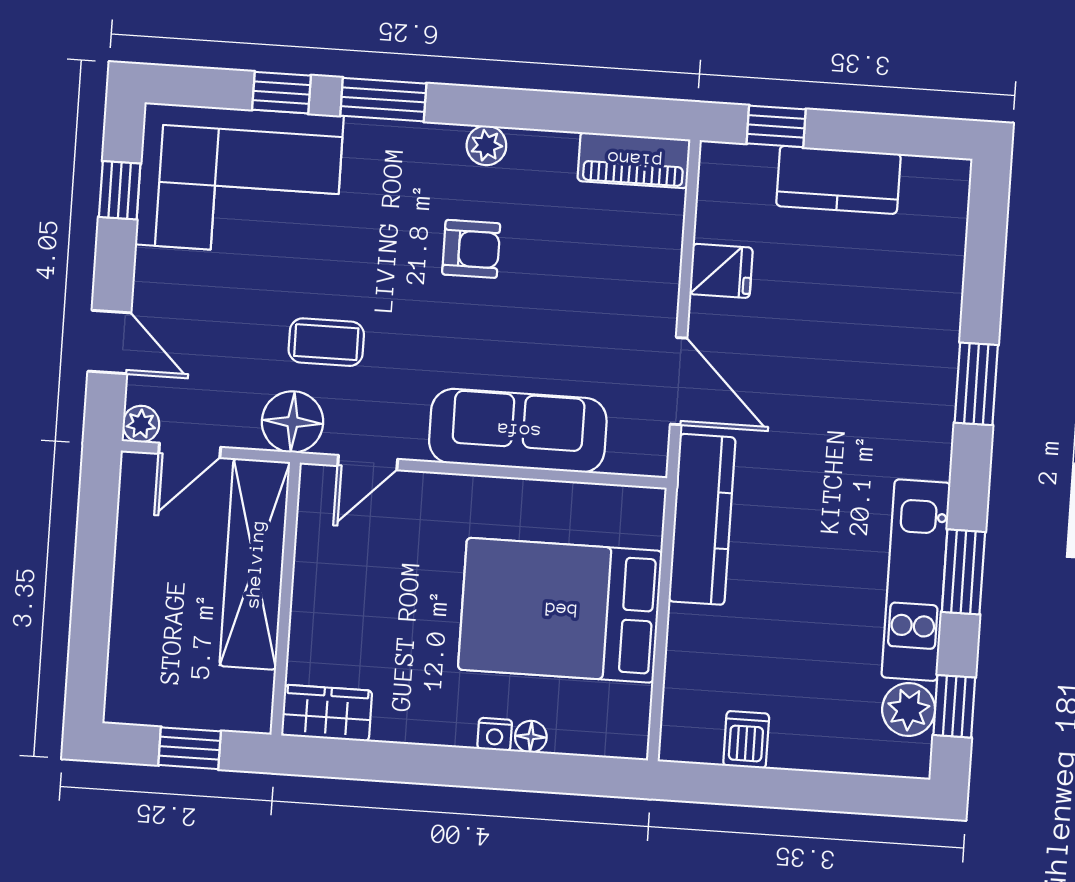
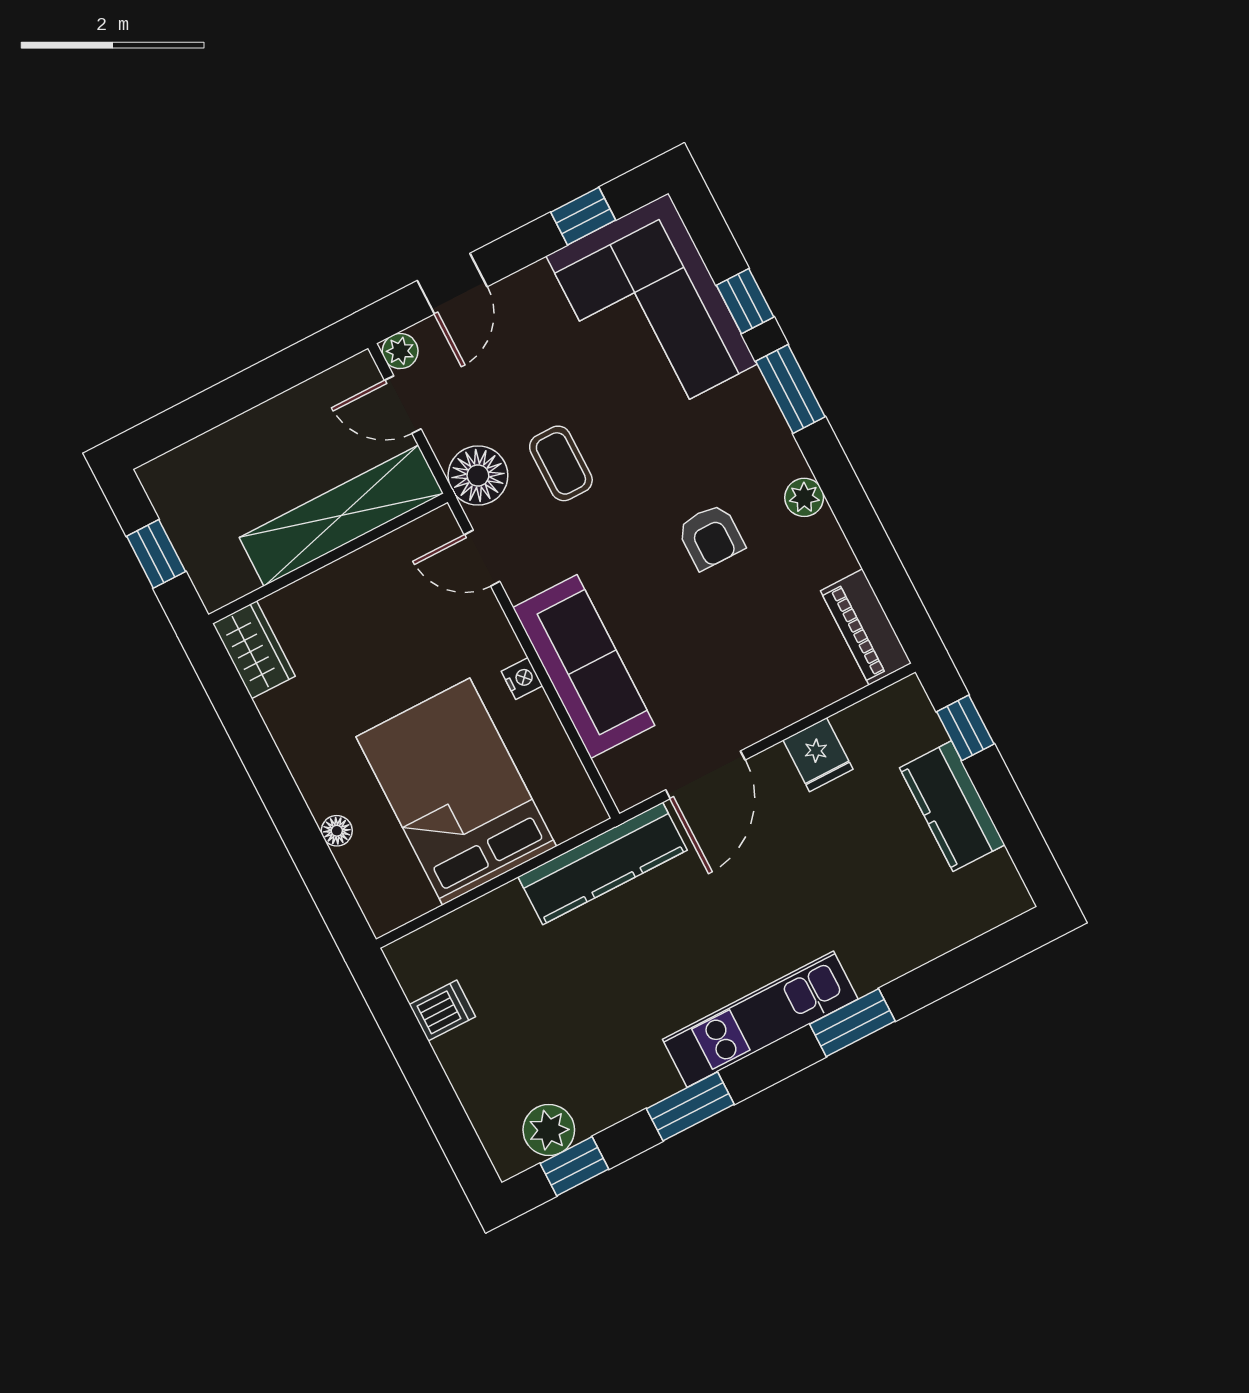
kitchen unit: (916, 580) -> (760, 1019), moved
nightstand: (495, 734) -> (522, 679), moved, turned 180

